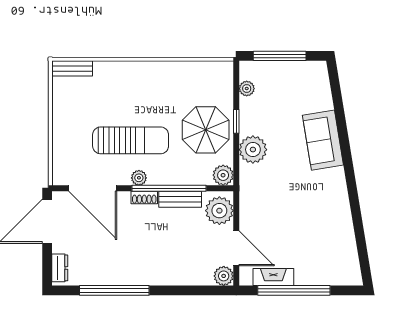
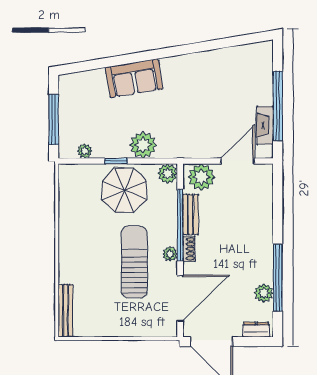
bench: (72, 68) -> (65, 311), width x1.36
plant: (224, 276) -> (264, 293), moved

